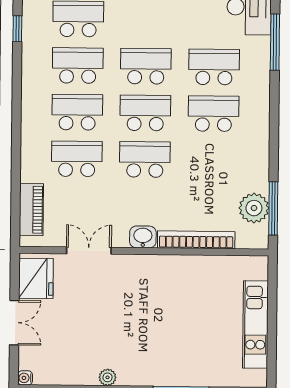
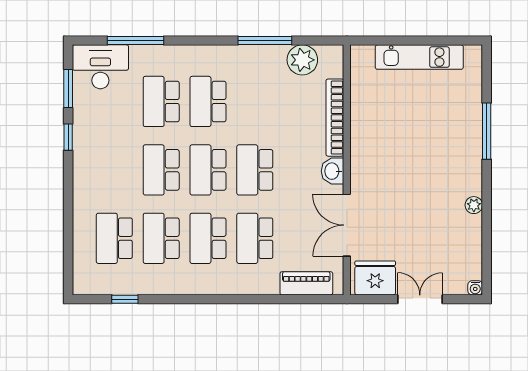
window: (273, 208) -> (265, 41), moved
double door: (89, 251) -> (347, 225), width x1.37

